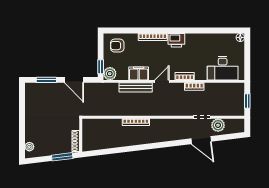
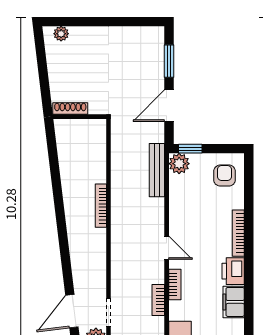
filing cabinet: (139, 73) -> (234, 302), moved, turned 180
bench: (136, 87) -> (157, 170), moved
window: (62, 157) -> (45, 87), removed

